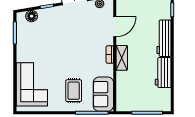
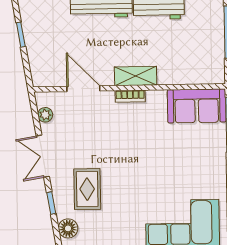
rug: (74, 91) -> (87, 189), moved, turned 90

